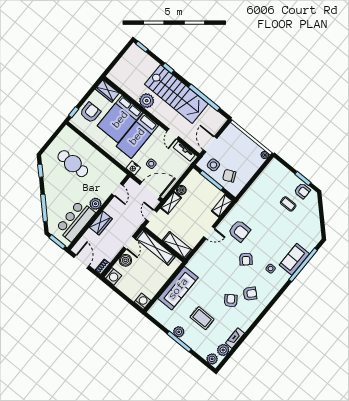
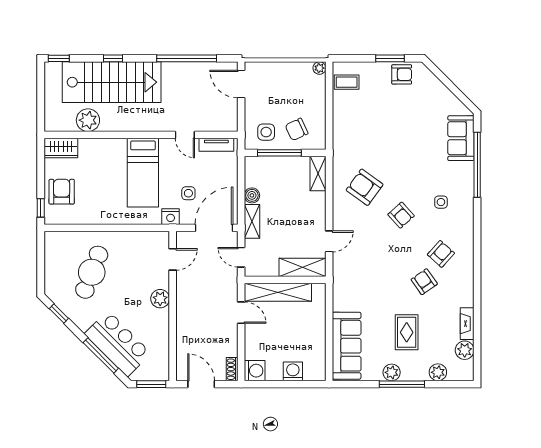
stairs: (176, 94) -> (112, 82), moved
plant: (147, 101) -> (88, 120), moved
bed: (120, 119) -> (105, 170), removed
door: (210, 144) -> (241, 84), moved
cafe table: (73, 164) -> (92, 272), turned -69
door: (117, 190) -> (173, 259), hinge flipped
coffee table: (288, 204) -> (347, 82), moved
bar counter: (75, 221) -> (118, 344), moved, turned 135
wardrobe: (101, 223) -> (186, 317), removed
armchair: (239, 231) -> (365, 187), turned -144
door: (209, 233) -> (329, 241), moved
sofa: (294, 259) -> (461, 138), moved
boiler: (125, 260) -> (254, 338), removed
sofa: (178, 288) -> (347, 346), moved
washing machine: (143, 301) -> (293, 371), moved
rug: (202, 318) -> (407, 332), turned 90
plant: (212, 359) -> (438, 372), moved

